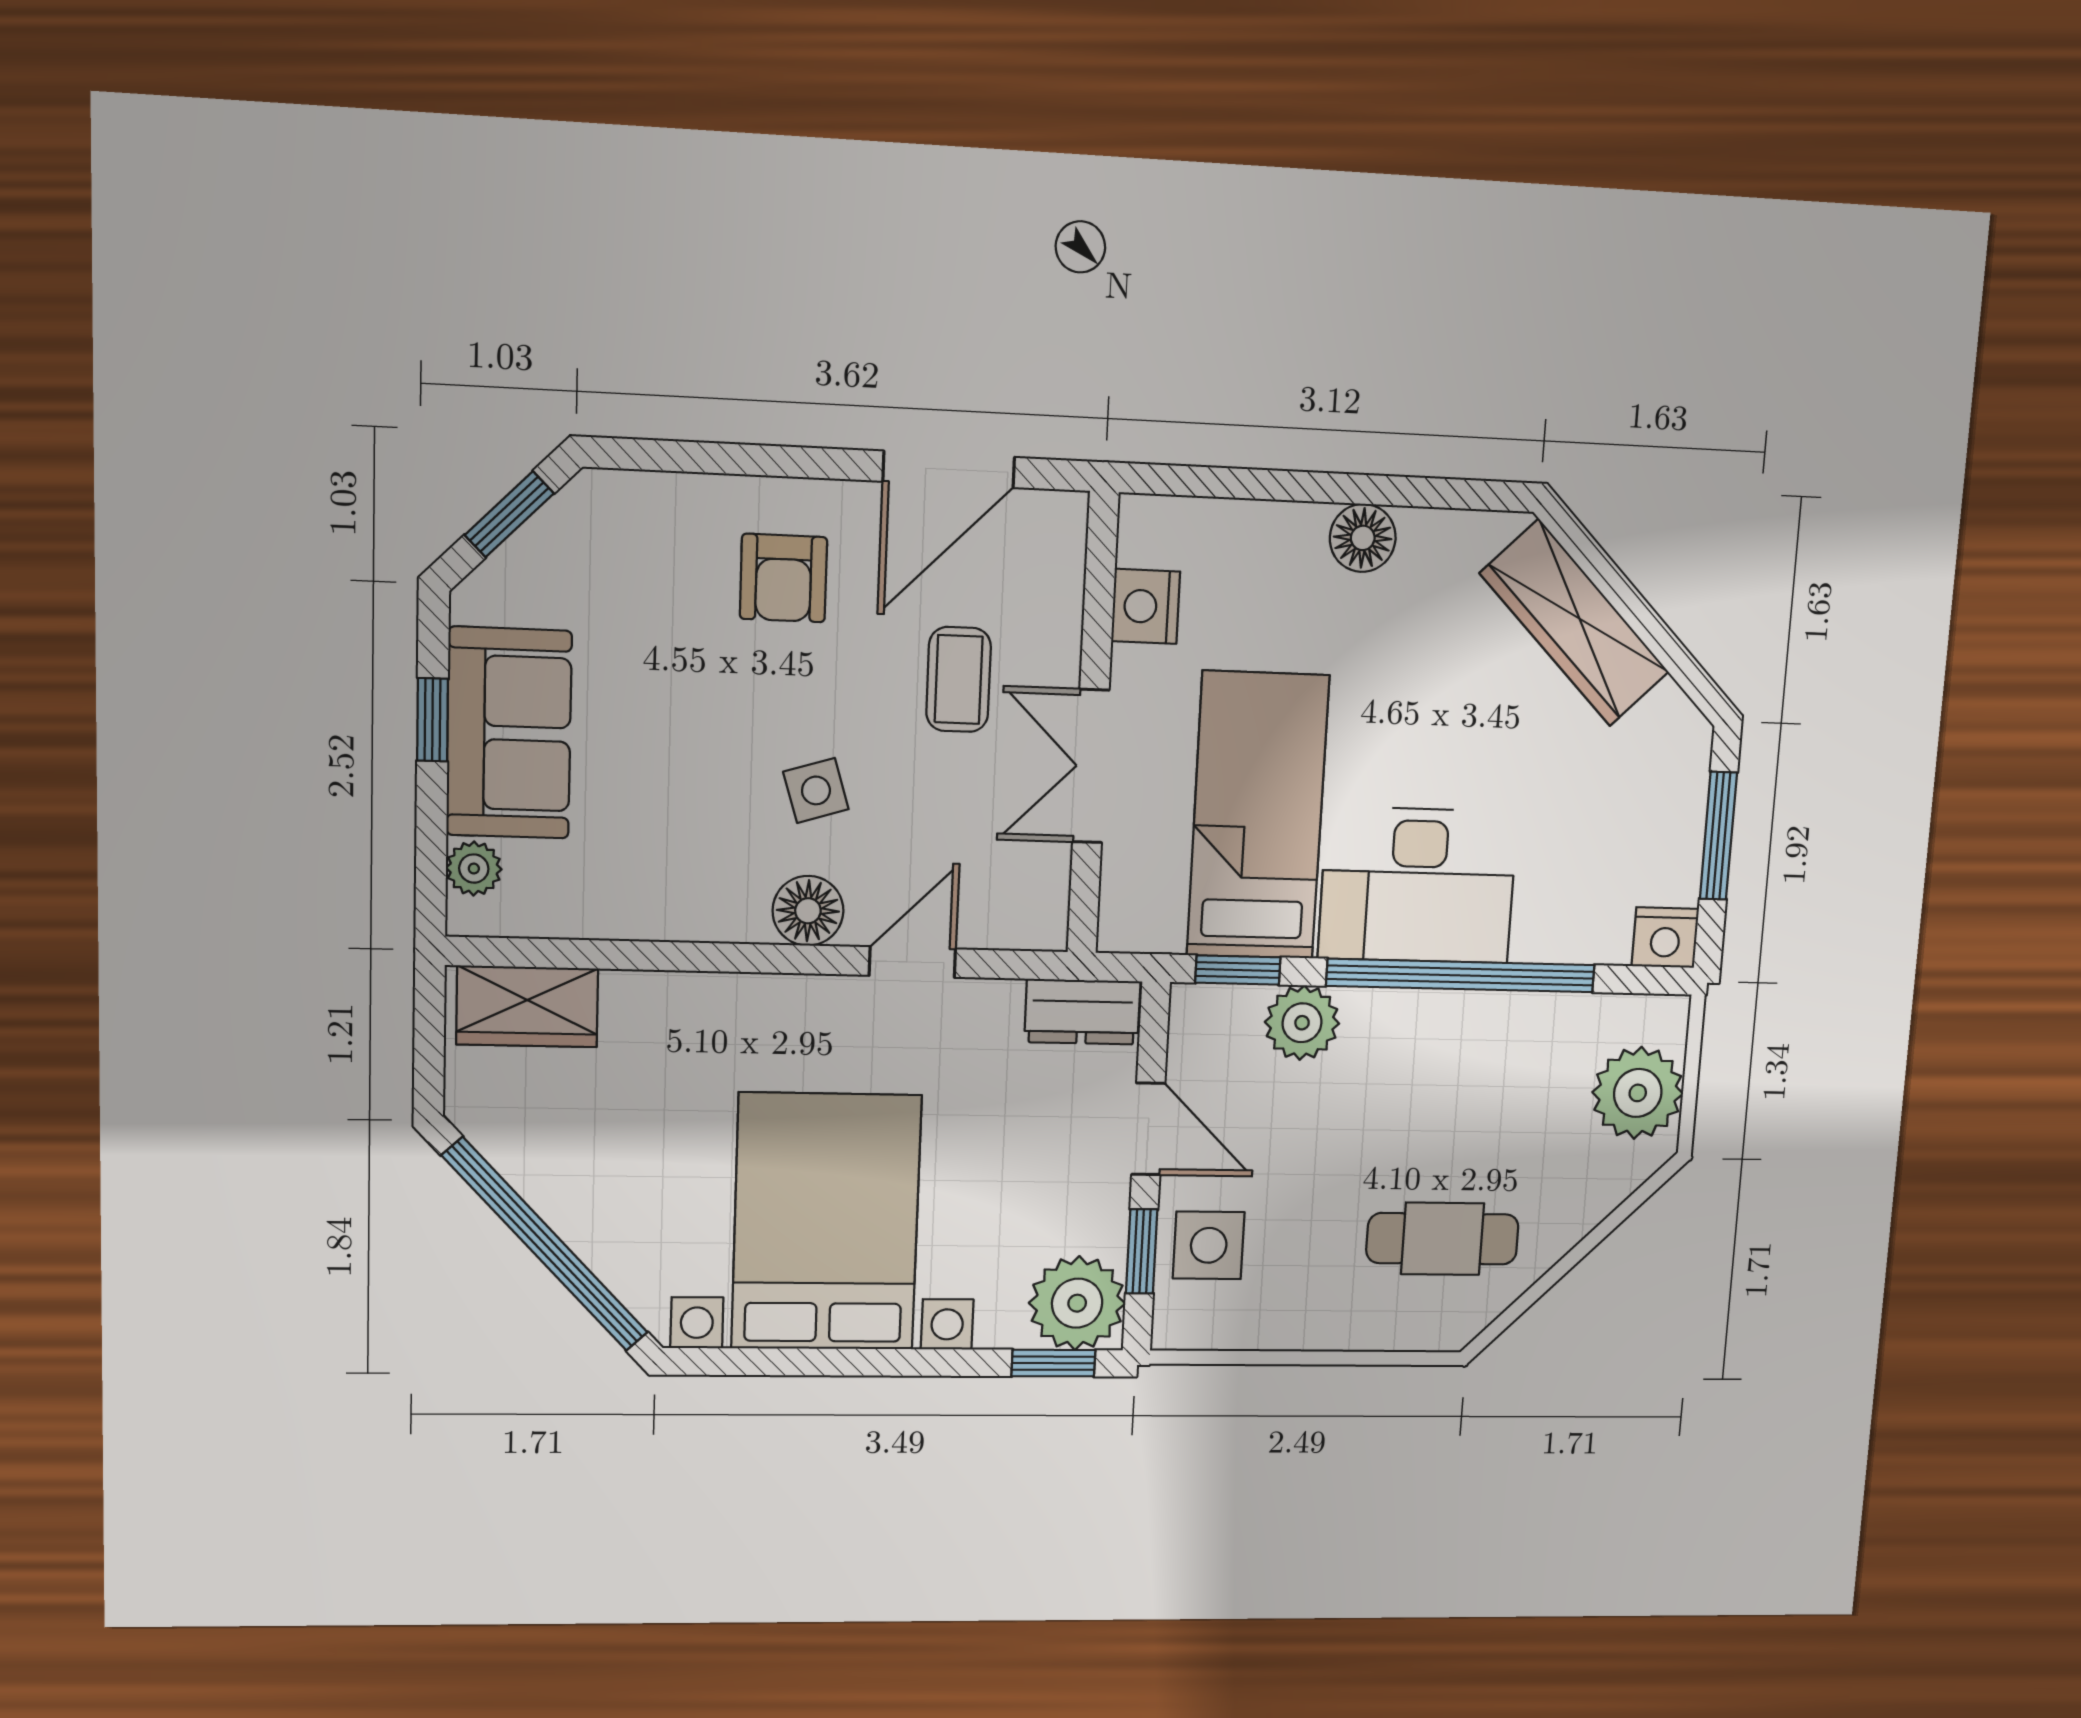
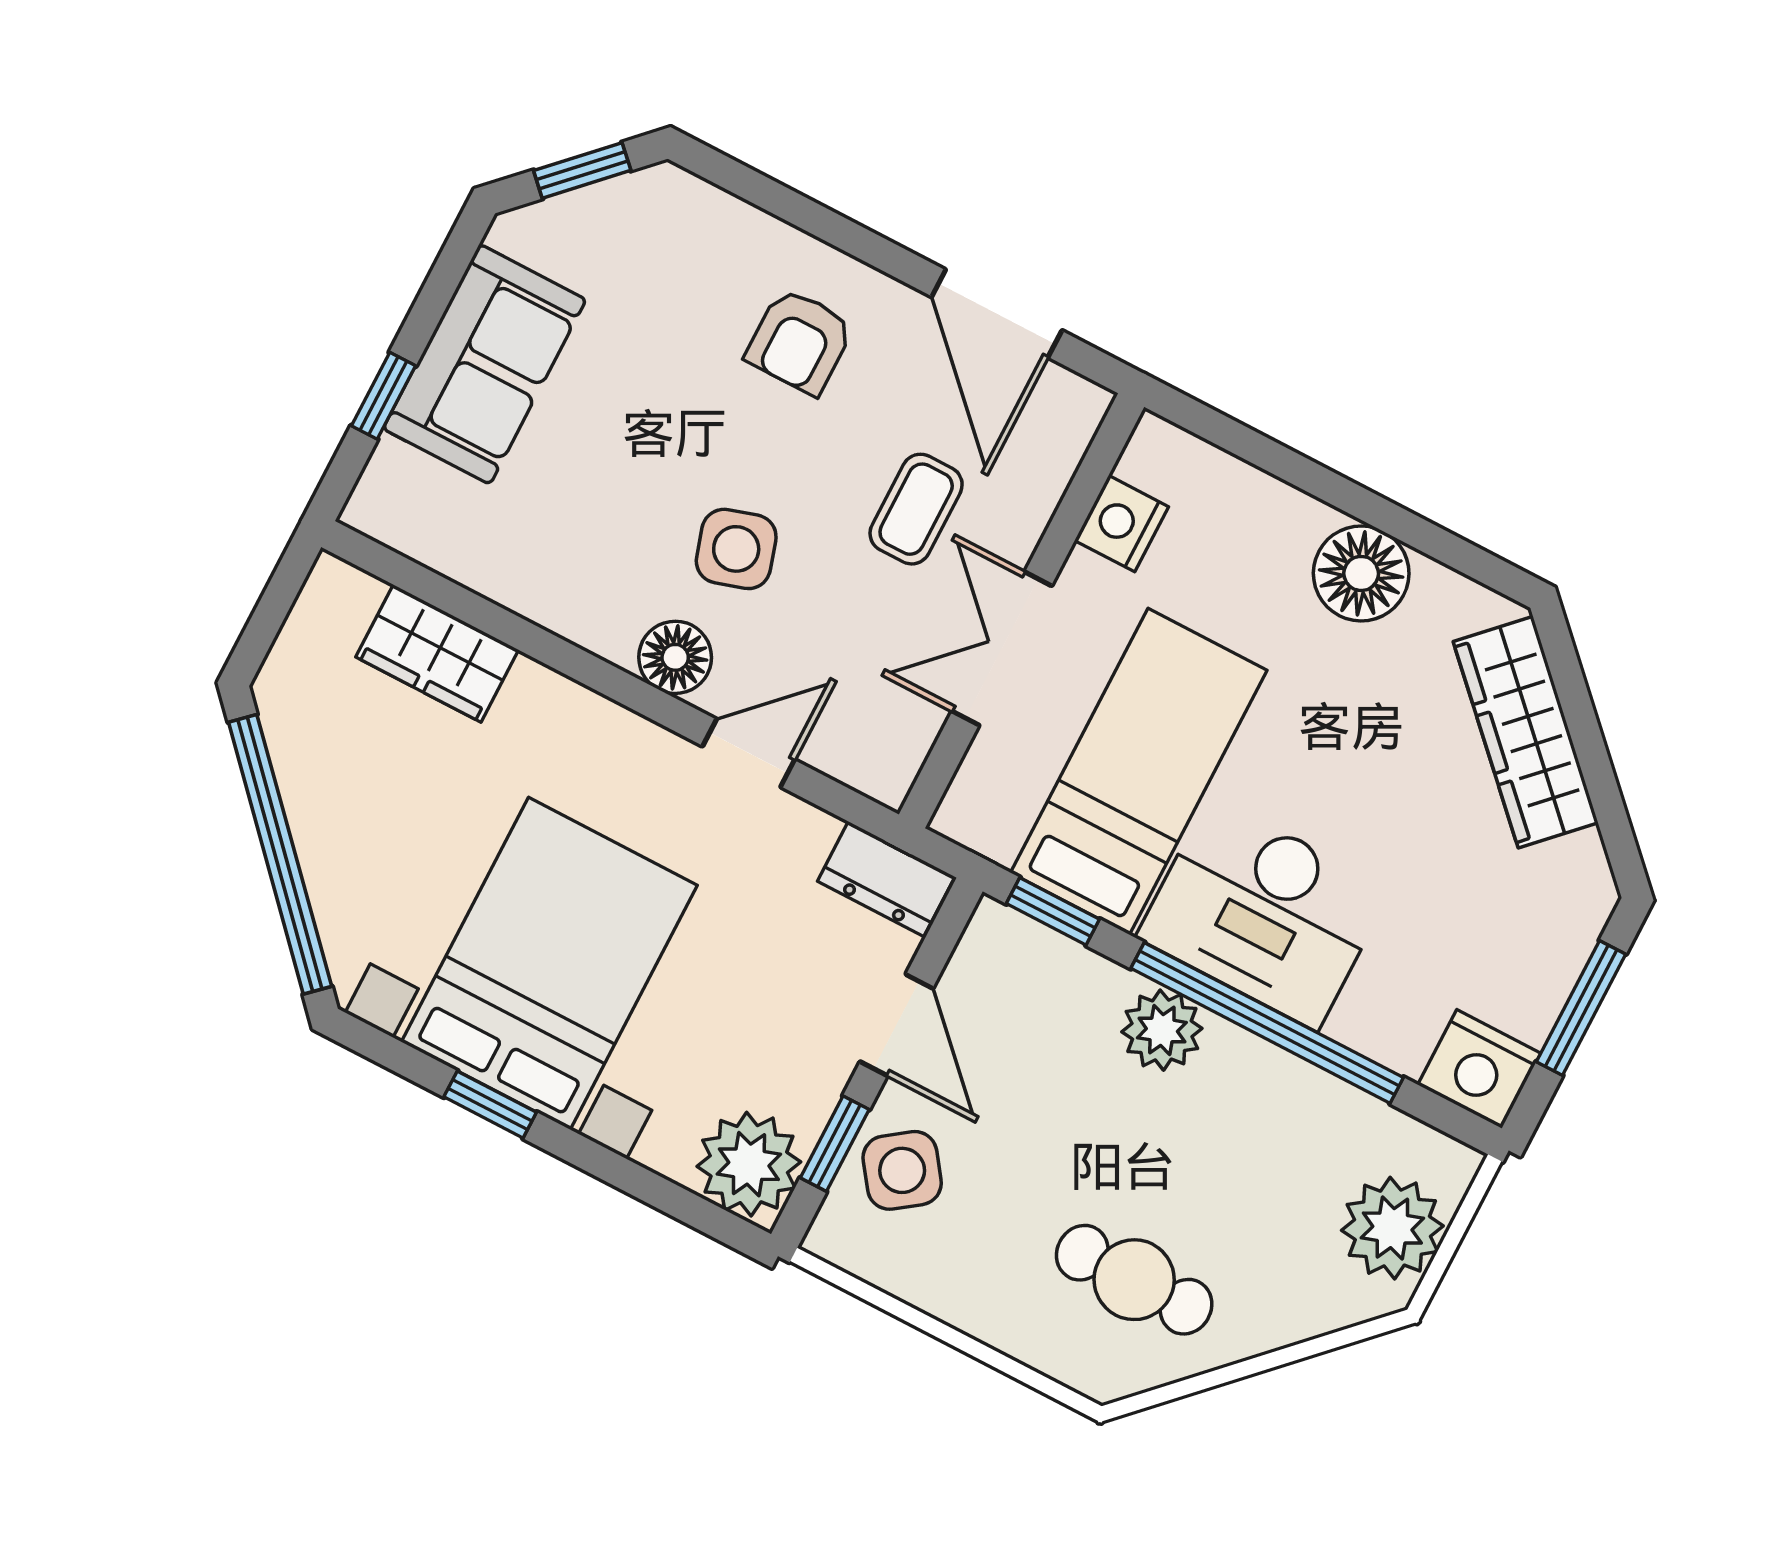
door: (949, 469) -> (997, 314), hinge flipped
floor lamp: (1363, 538) -> (1361, 573), width x1.38, depth x1.38
window: (433, 720) -> (383, 396), moved
side table: (816, 790) -> (736, 549), width x1.37, depth x1.37
plant: (474, 869) -> (392, 472), removed
nightstand: (1665, 938) -> (1479, 1069), width x1.36, depth x1.33
wardrobe: (527, 1006) -> (437, 653), moved
plant: (1302, 1023) -> (1162, 1030), moved
side table: (1209, 1245) -> (902, 1170), turned -36
window: (1053, 1363) -> (490, 1105), moved

